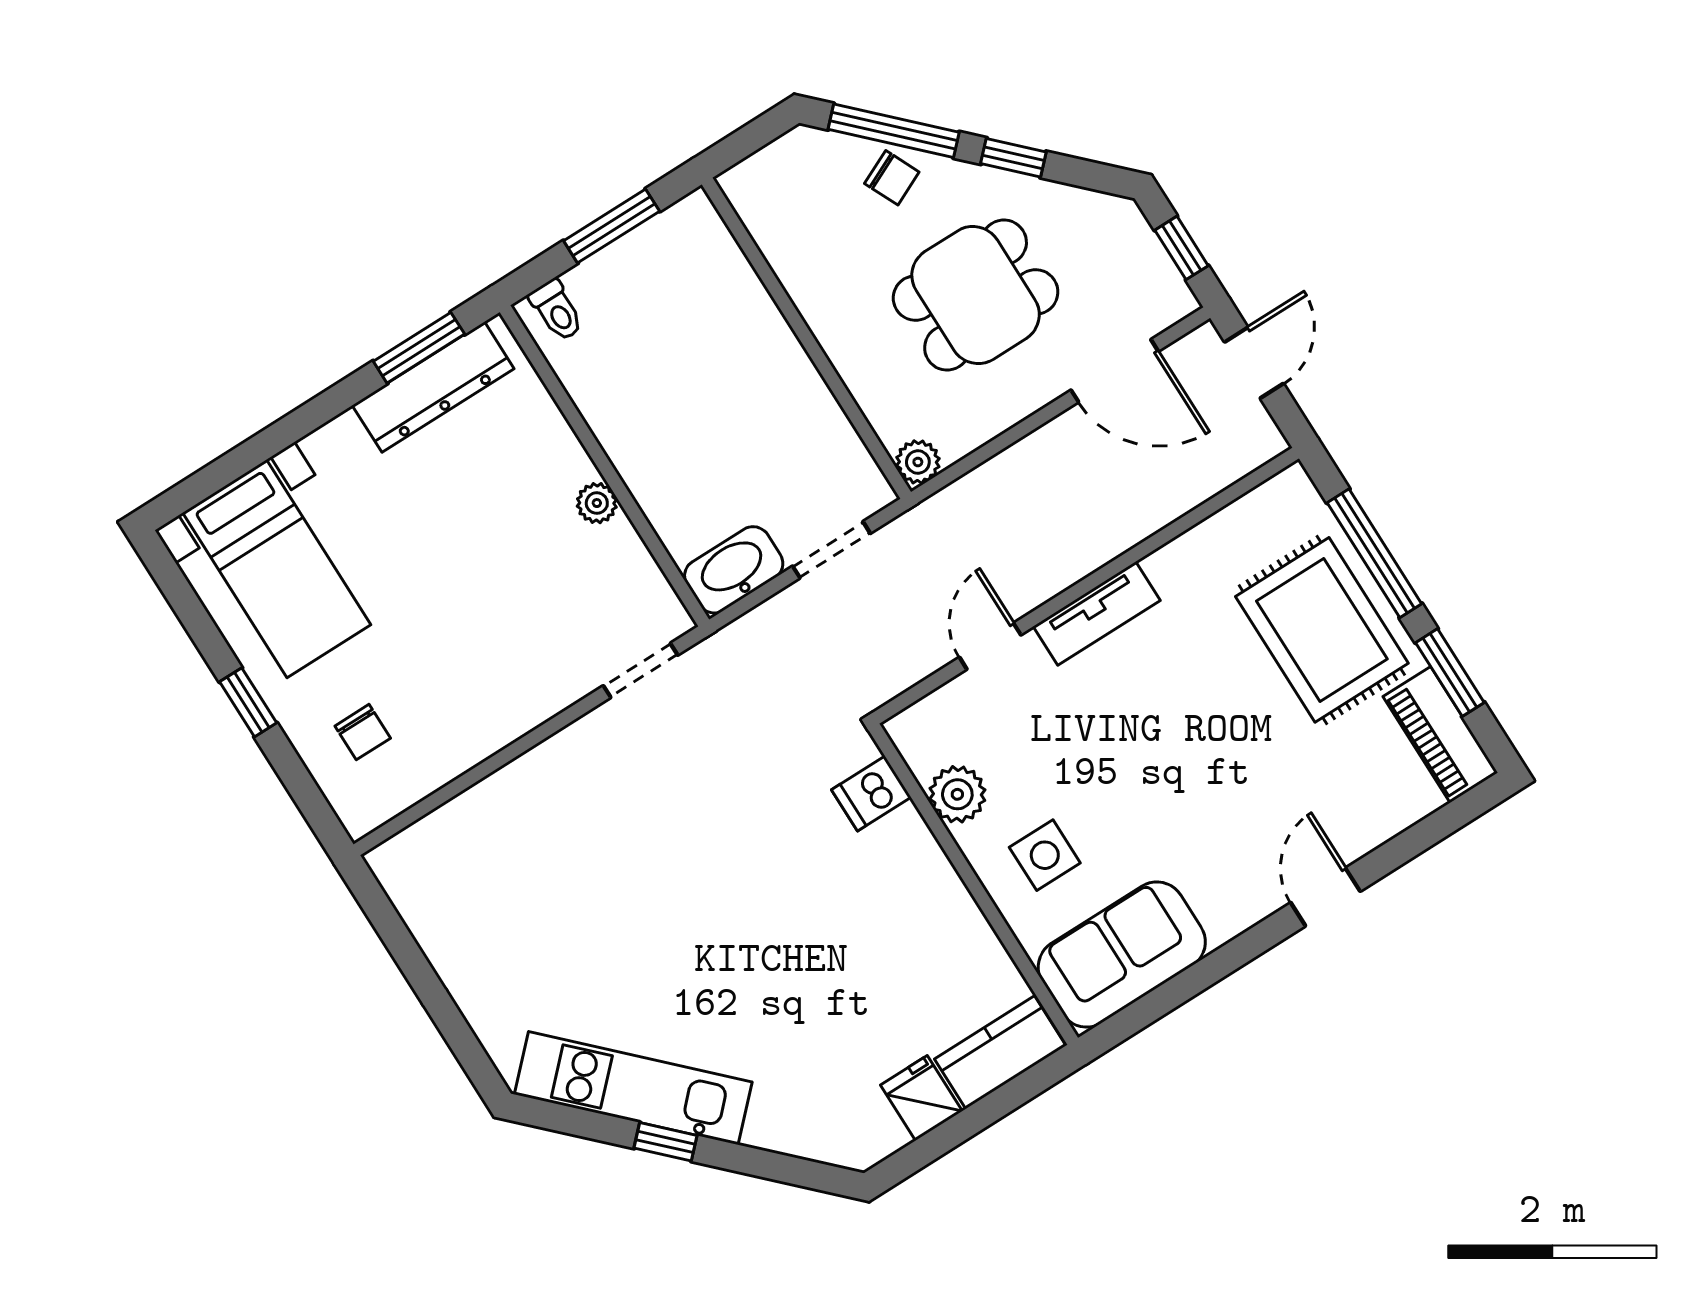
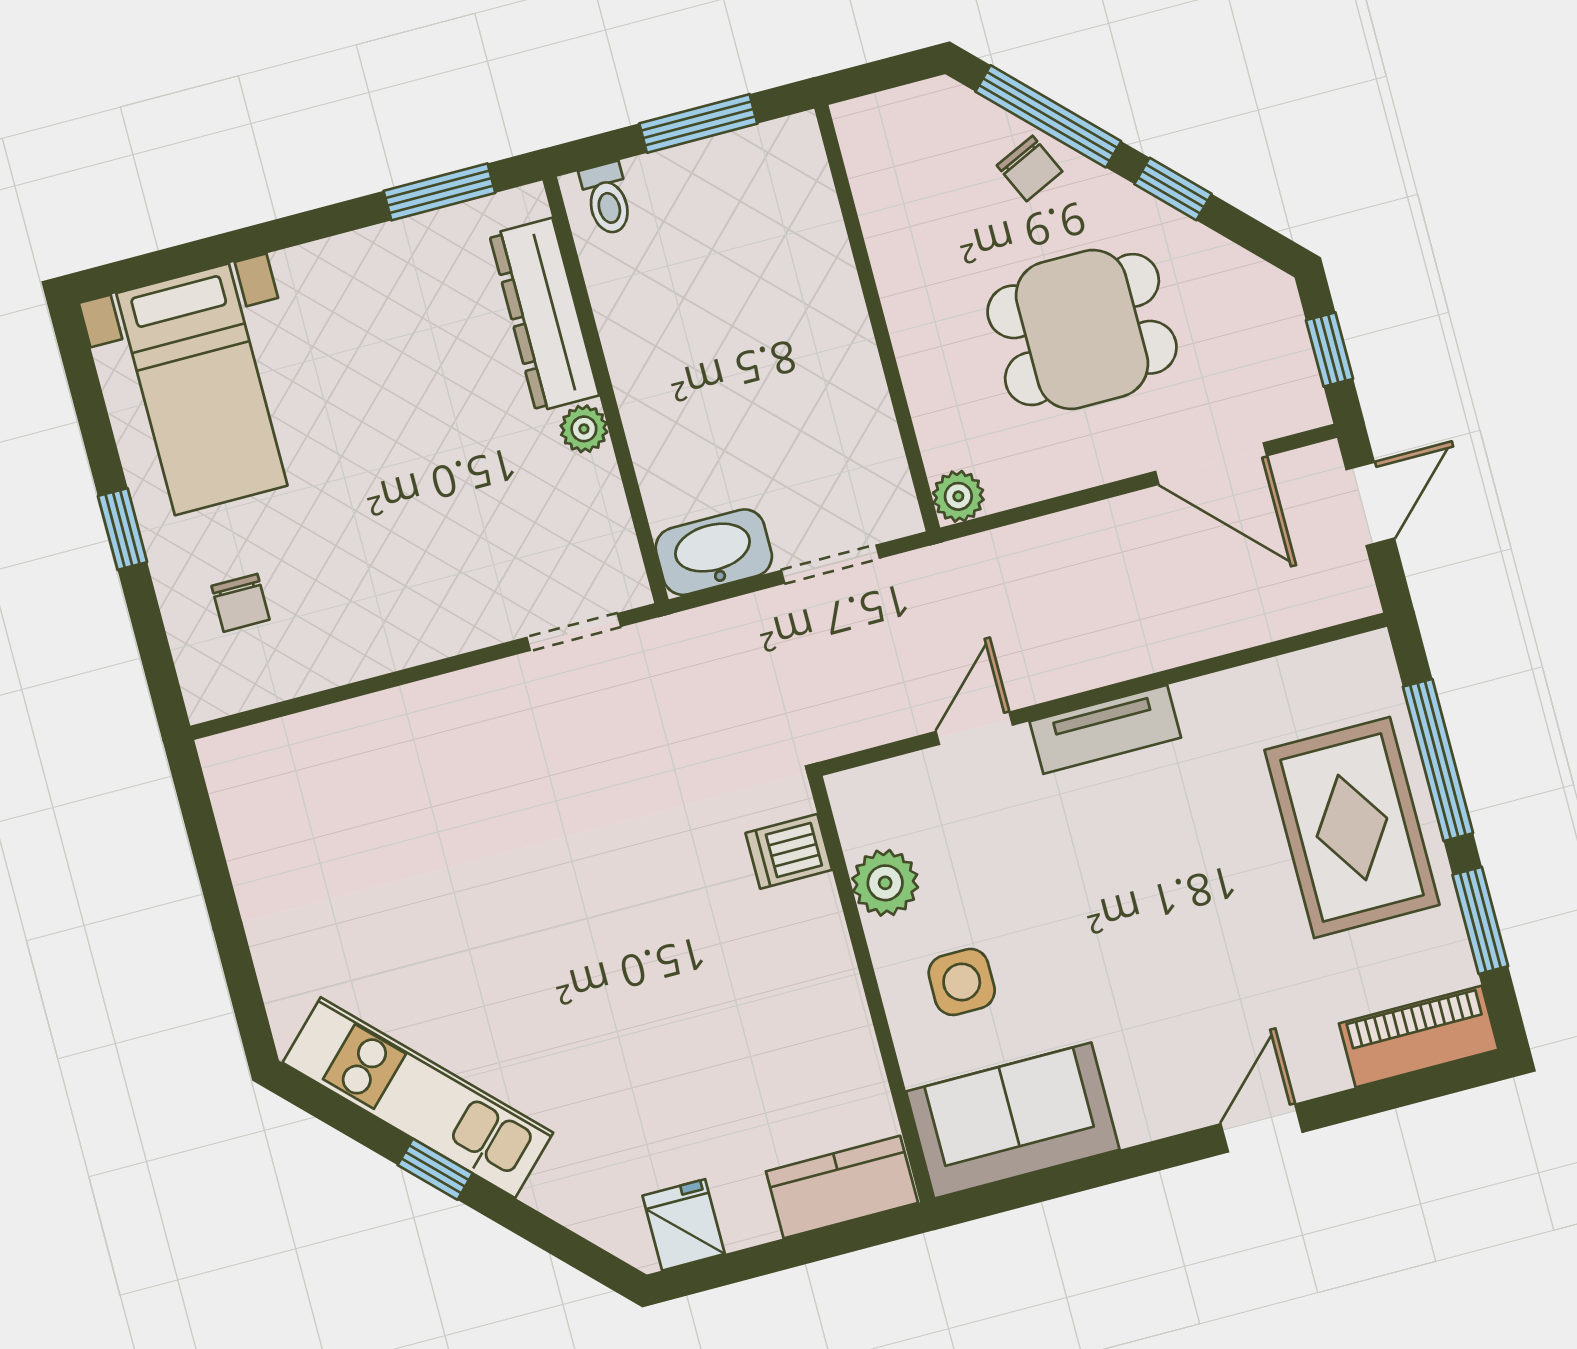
dresser: (433, 387) -> (544, 315), moved, turned 90
piano: (1440, 734) -> (1419, 1036), moved, turned 90
fridge: (921, 1098) -> (684, 1225), moved

